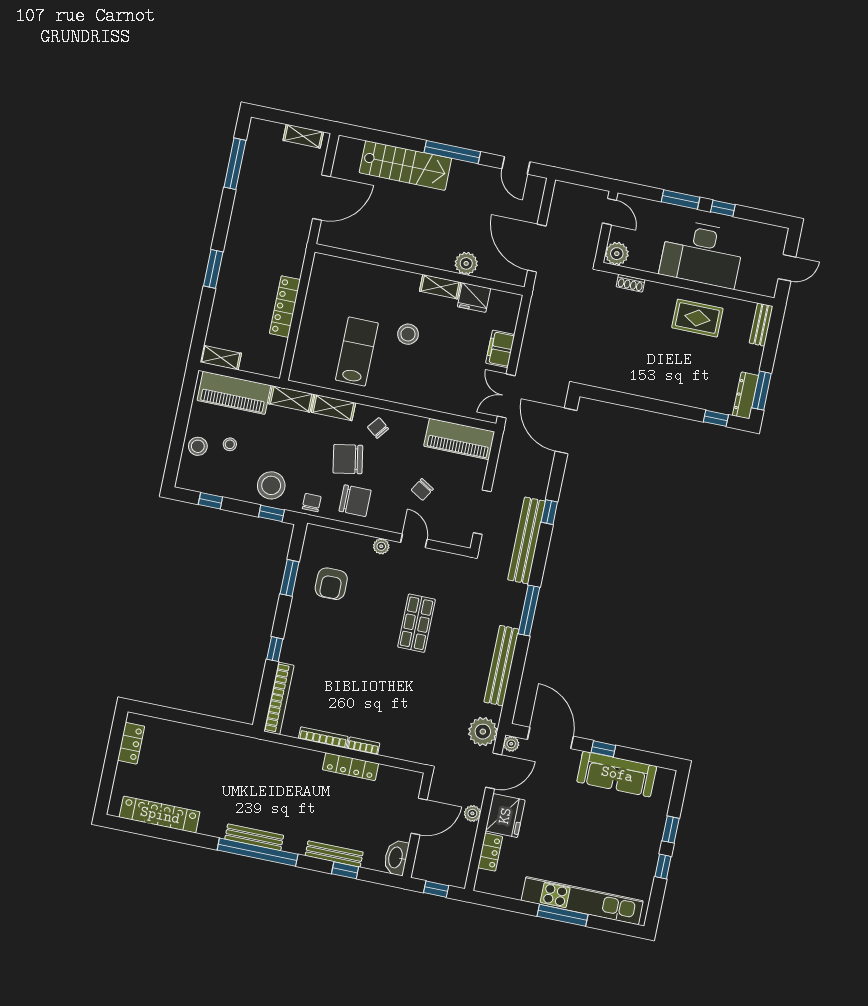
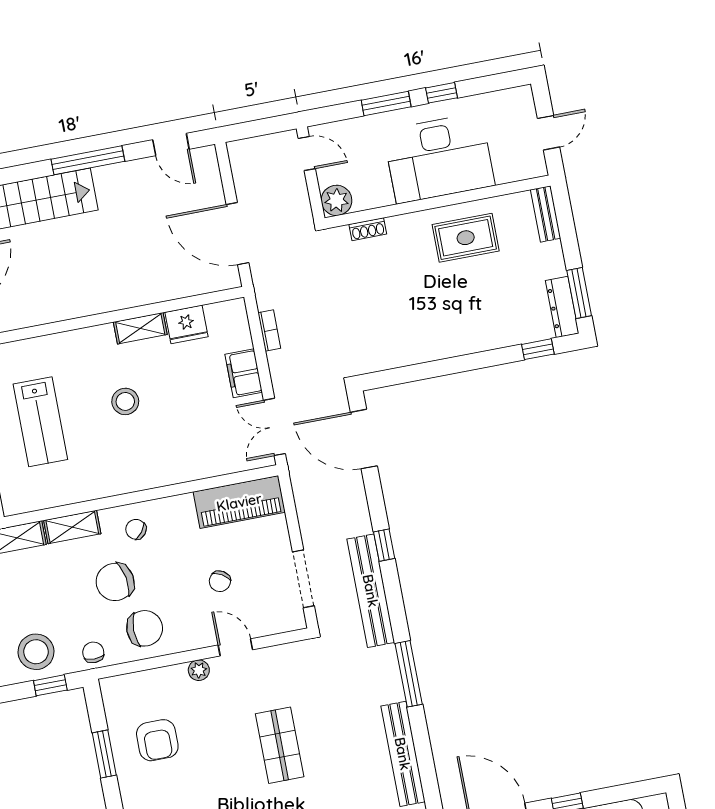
plant: (466, 263) -> (160, 287), removed
bookcase: (531, 326) -> (269, 330), added
lab bench: (357, 351) -> (40, 422), moved, turned 180

